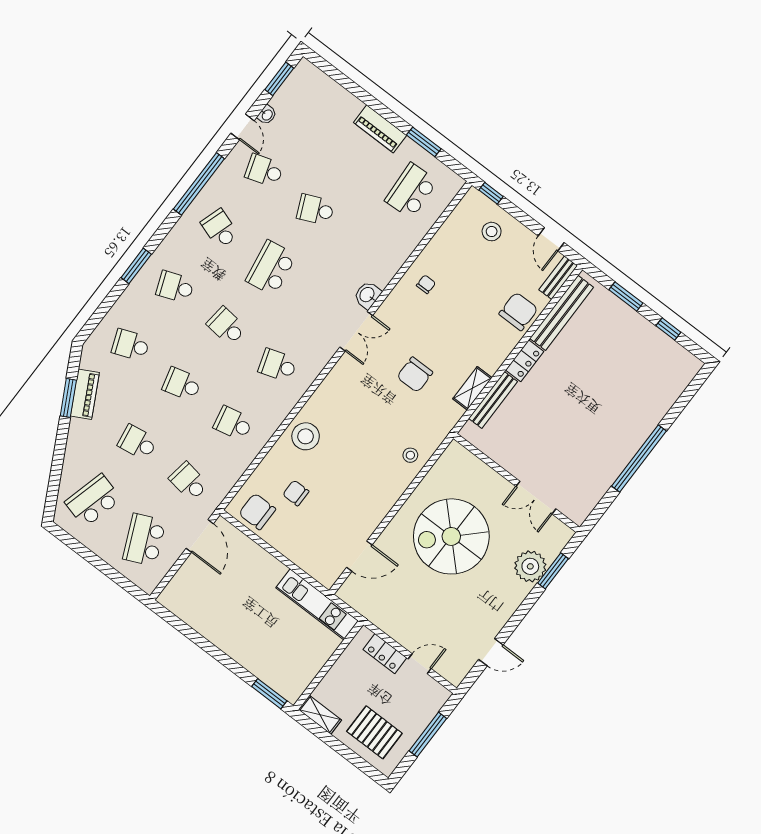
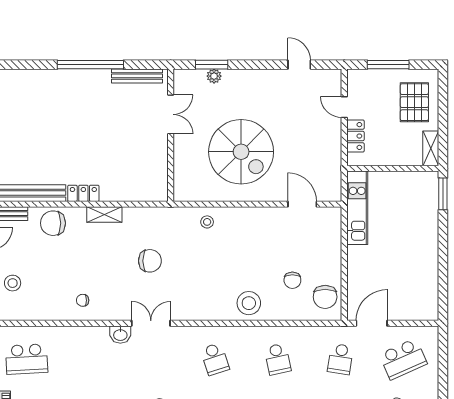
shelving: (472, 388) -> (104, 215), moved
bench: (493, 400) -> (137, 76), moved
plant: (530, 566) -> (214, 76), width x0.53, depth x0.53

